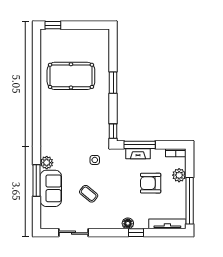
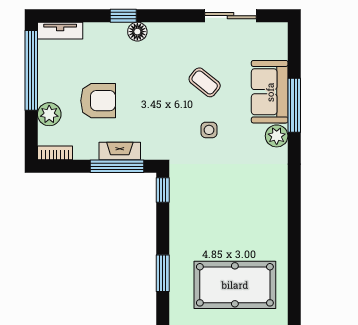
side table: (95, 160) -> (209, 130), moved
tv unit: (167, 224) -> (60, 31), width x0.71

